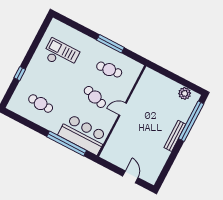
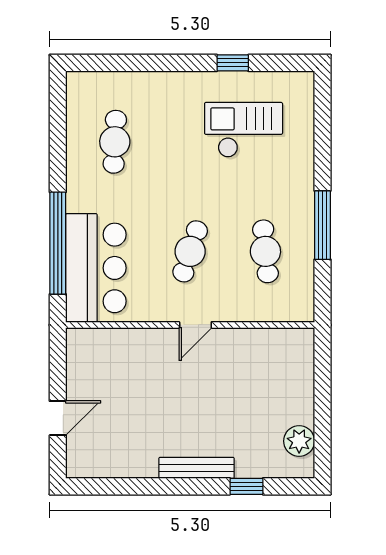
checkout: (61, 54) -> (244, 130), turned -90
window: (20, 74) -> (233, 63), moved
door: (123, 109) -> (195, 325), swing flipped
window: (191, 121) -> (246, 486), width x0.32

